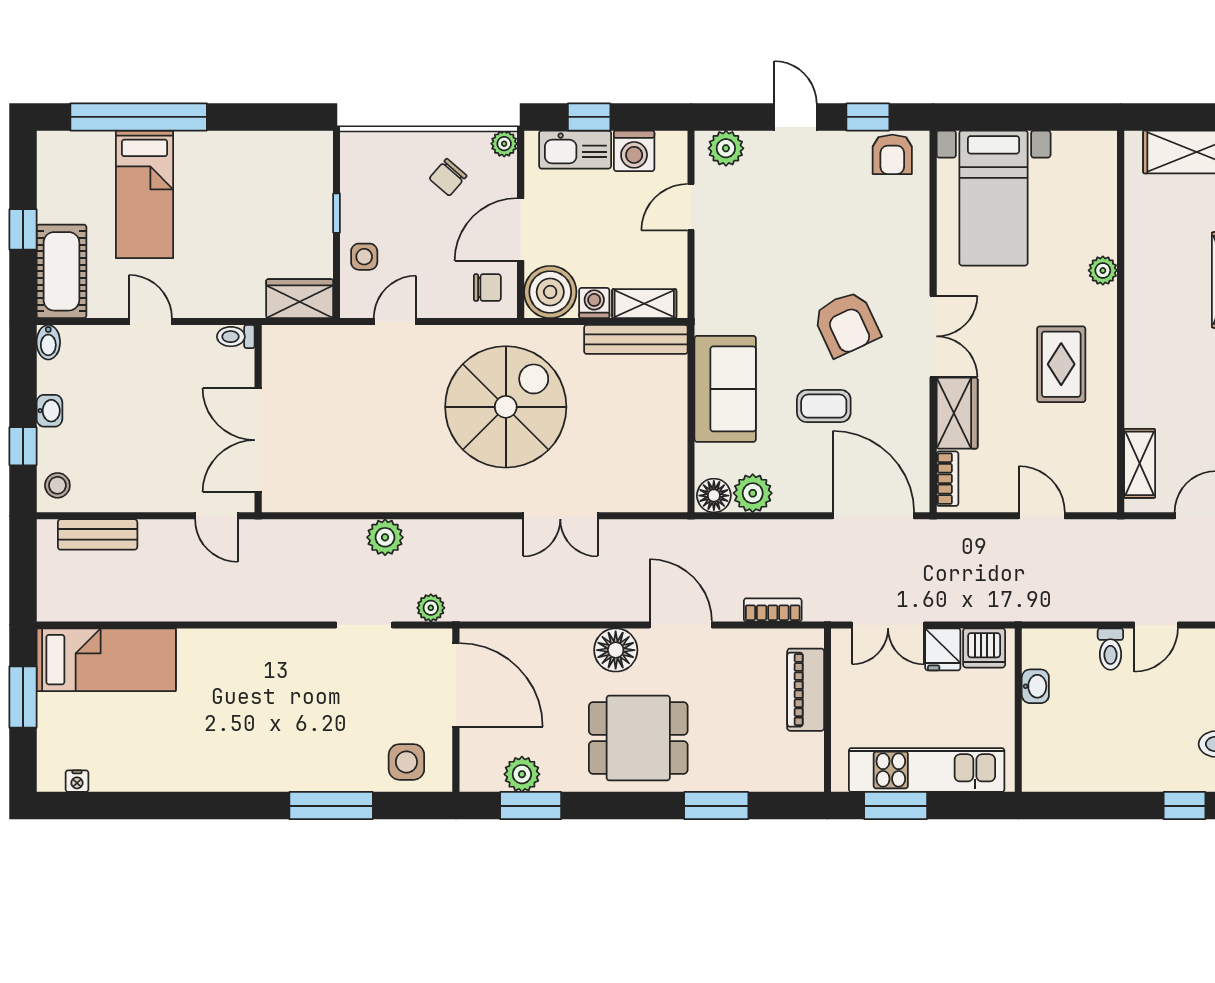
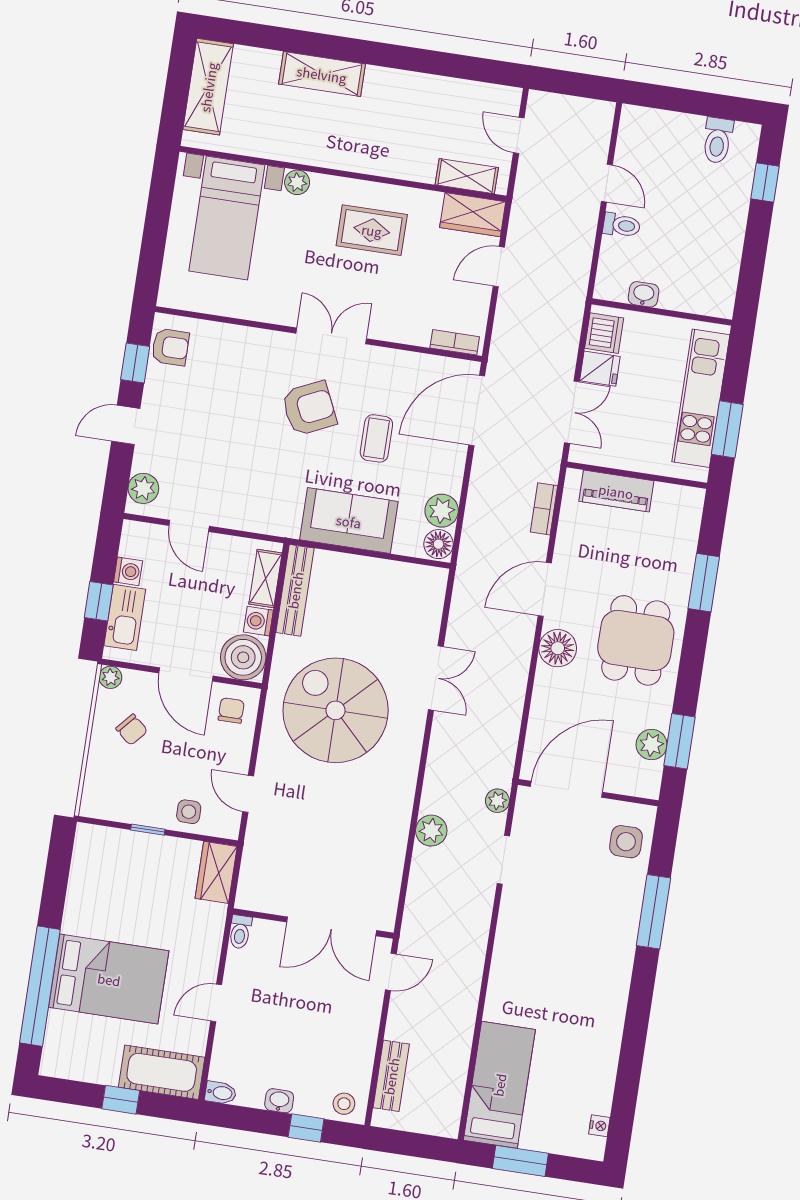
washing machine: (634, 151) -> (128, 571), width x0.73, depth x0.73
bed: (145, 194) -> (109, 979), width x1.50
bed with nightstands: (994, 198) -> (227, 218), moved, turned 90
wardrobe: (957, 413) -> (473, 215), moved, turned 180

